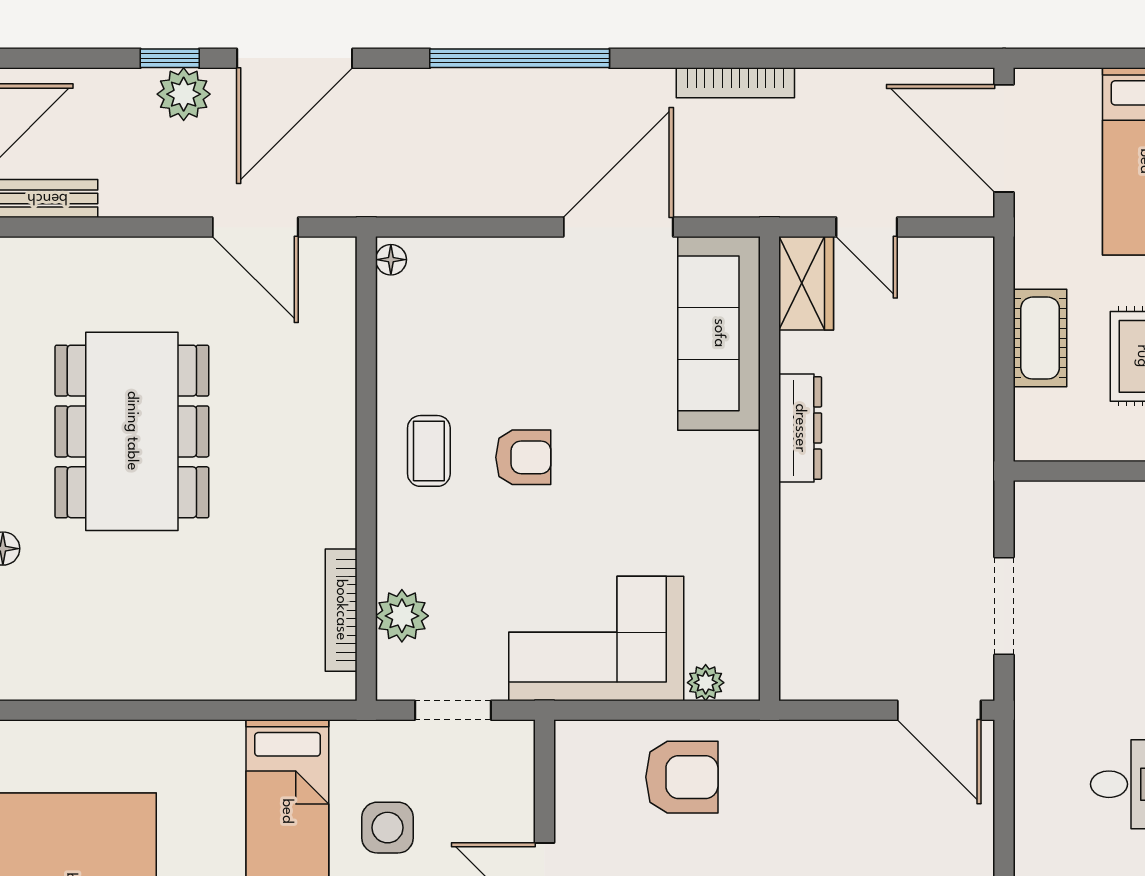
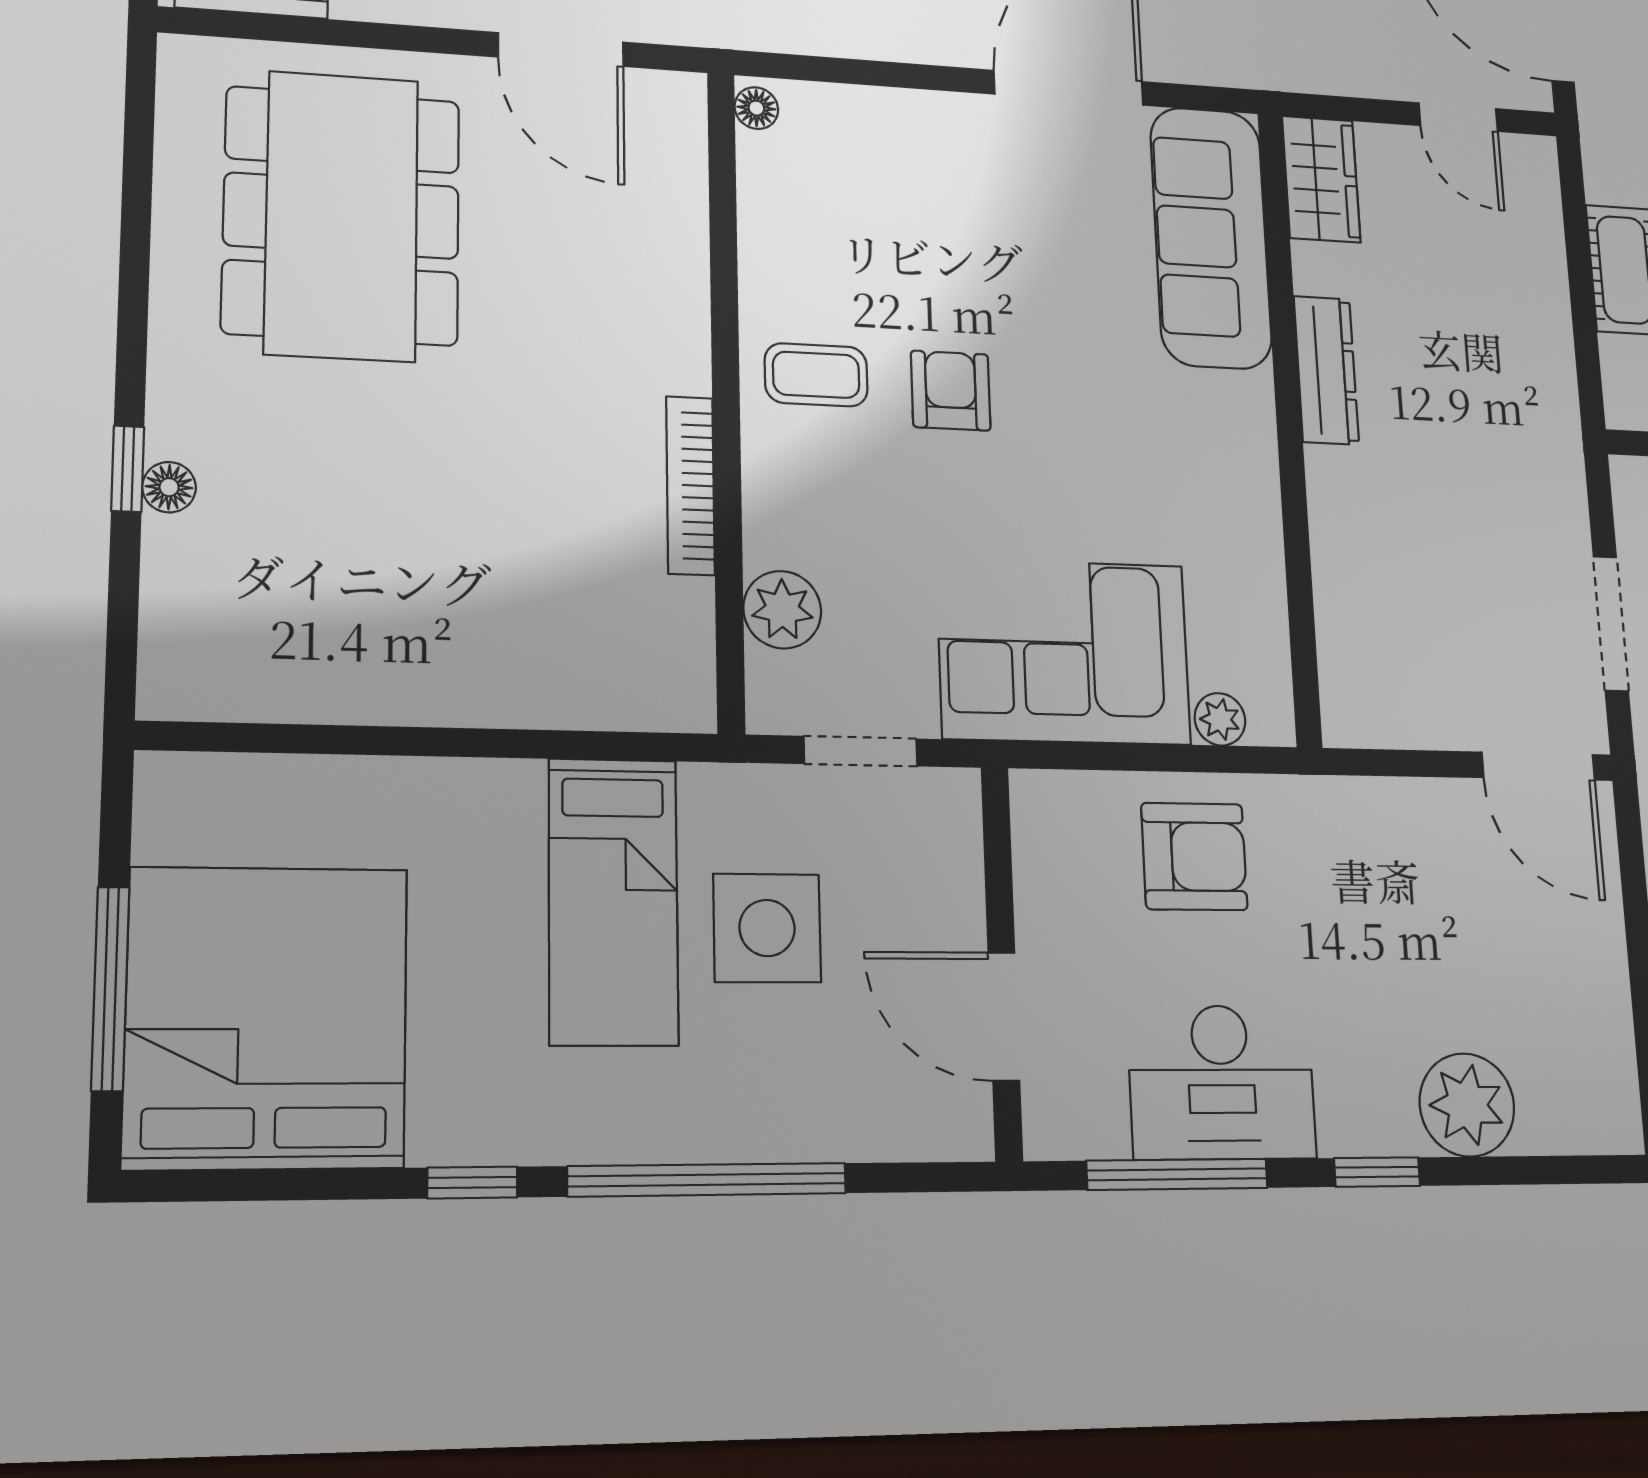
door: (867, 227) -> (1458, 117), moved
dining table: (132, 431) -> (342, 216), moved
coffee table: (429, 451) -> (816, 375), turned 90
armchair: (523, 457) -> (951, 391), turned -90
bookcase: (341, 610) -> (690, 485), moved
side table: (388, 828) -> (767, 928), width x1.37, depth x1.37

